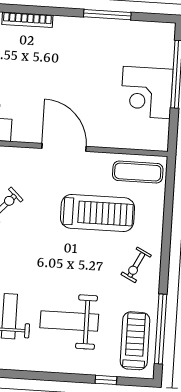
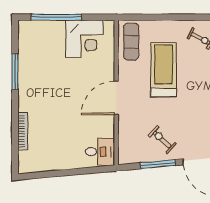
corner desk: (147, 92) -> (85, 39), moved

